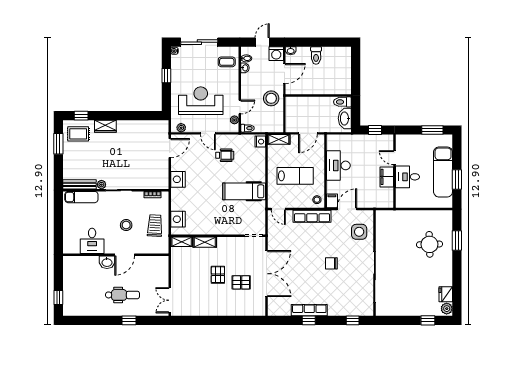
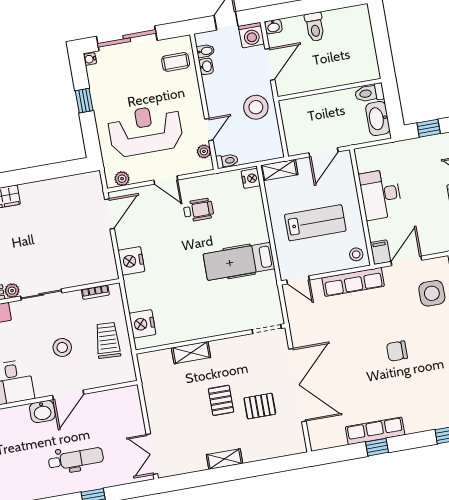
shelving: (182, 242) -> (224, 459), moved

